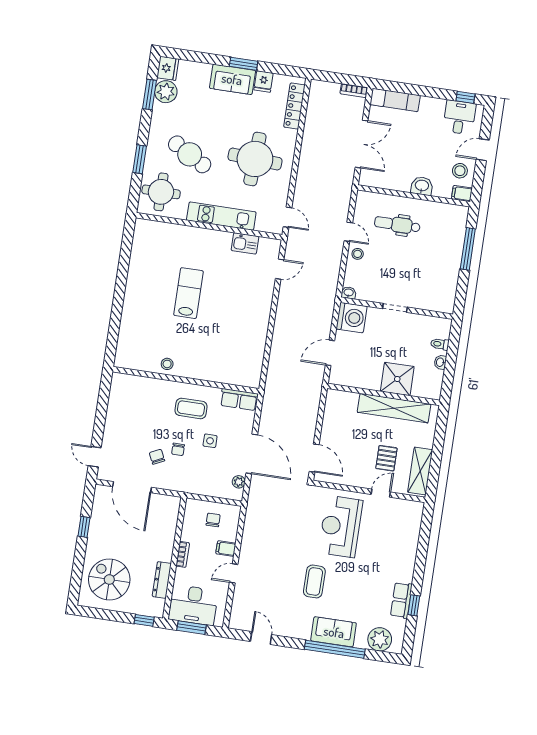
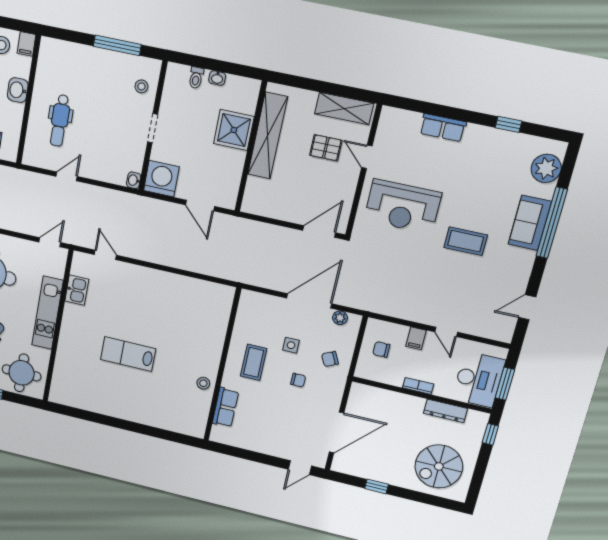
window: (468, 249) -> (117, 45), moved
stool: (358, 254) -> (141, 86), moved
row of seats: (239, 399) -> (225, 407), moved
chair: (157, 457) -> (330, 359), moved
row of seats: (401, 600) -> (443, 128), moved

